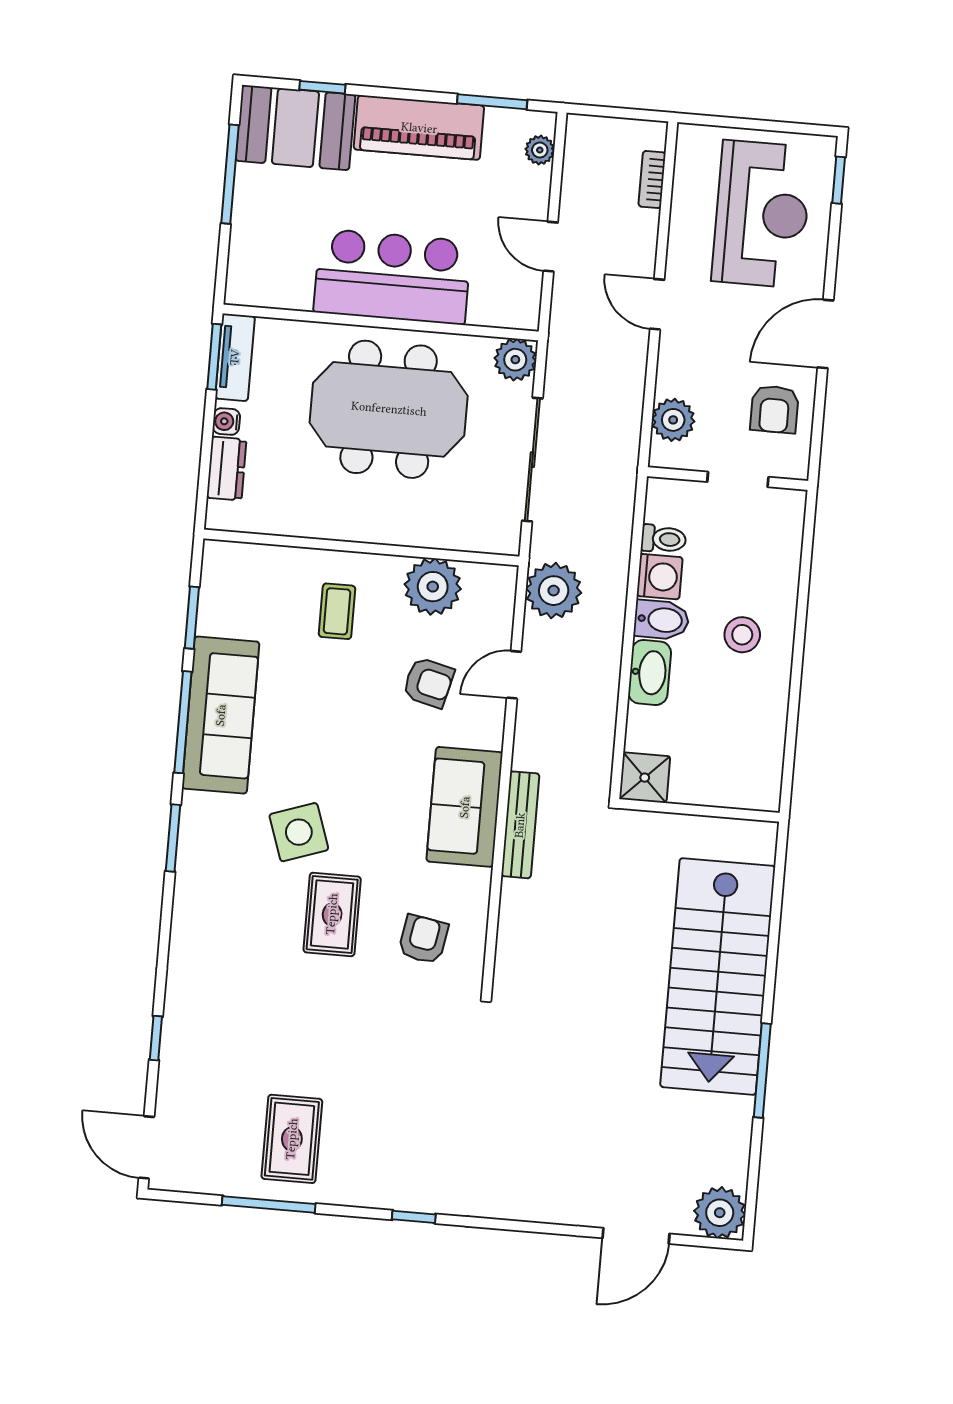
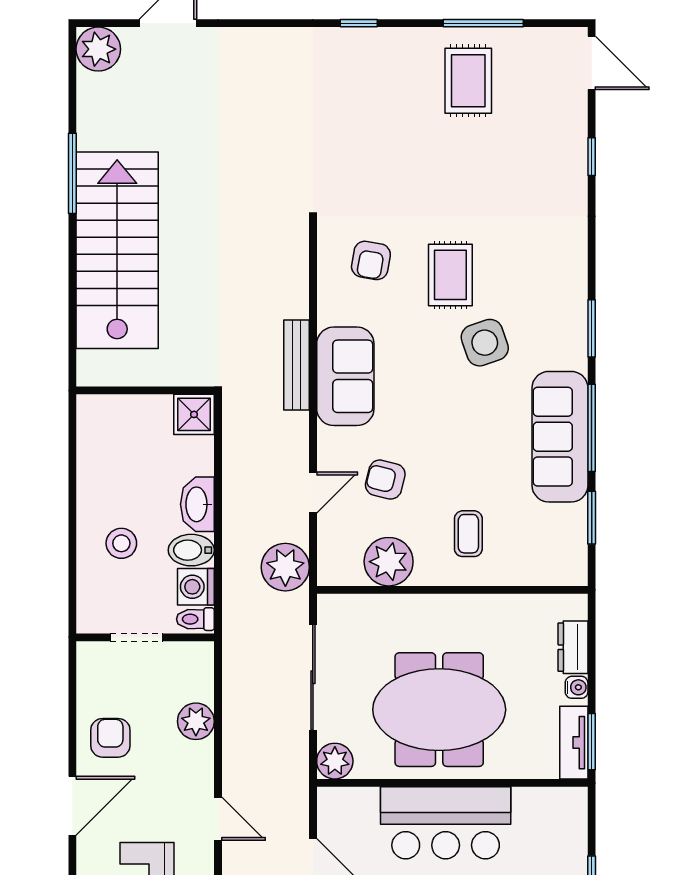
wall: (728, 479) -> (145, 637), moved
doorway: (738, 479) -> (136, 637), moved

